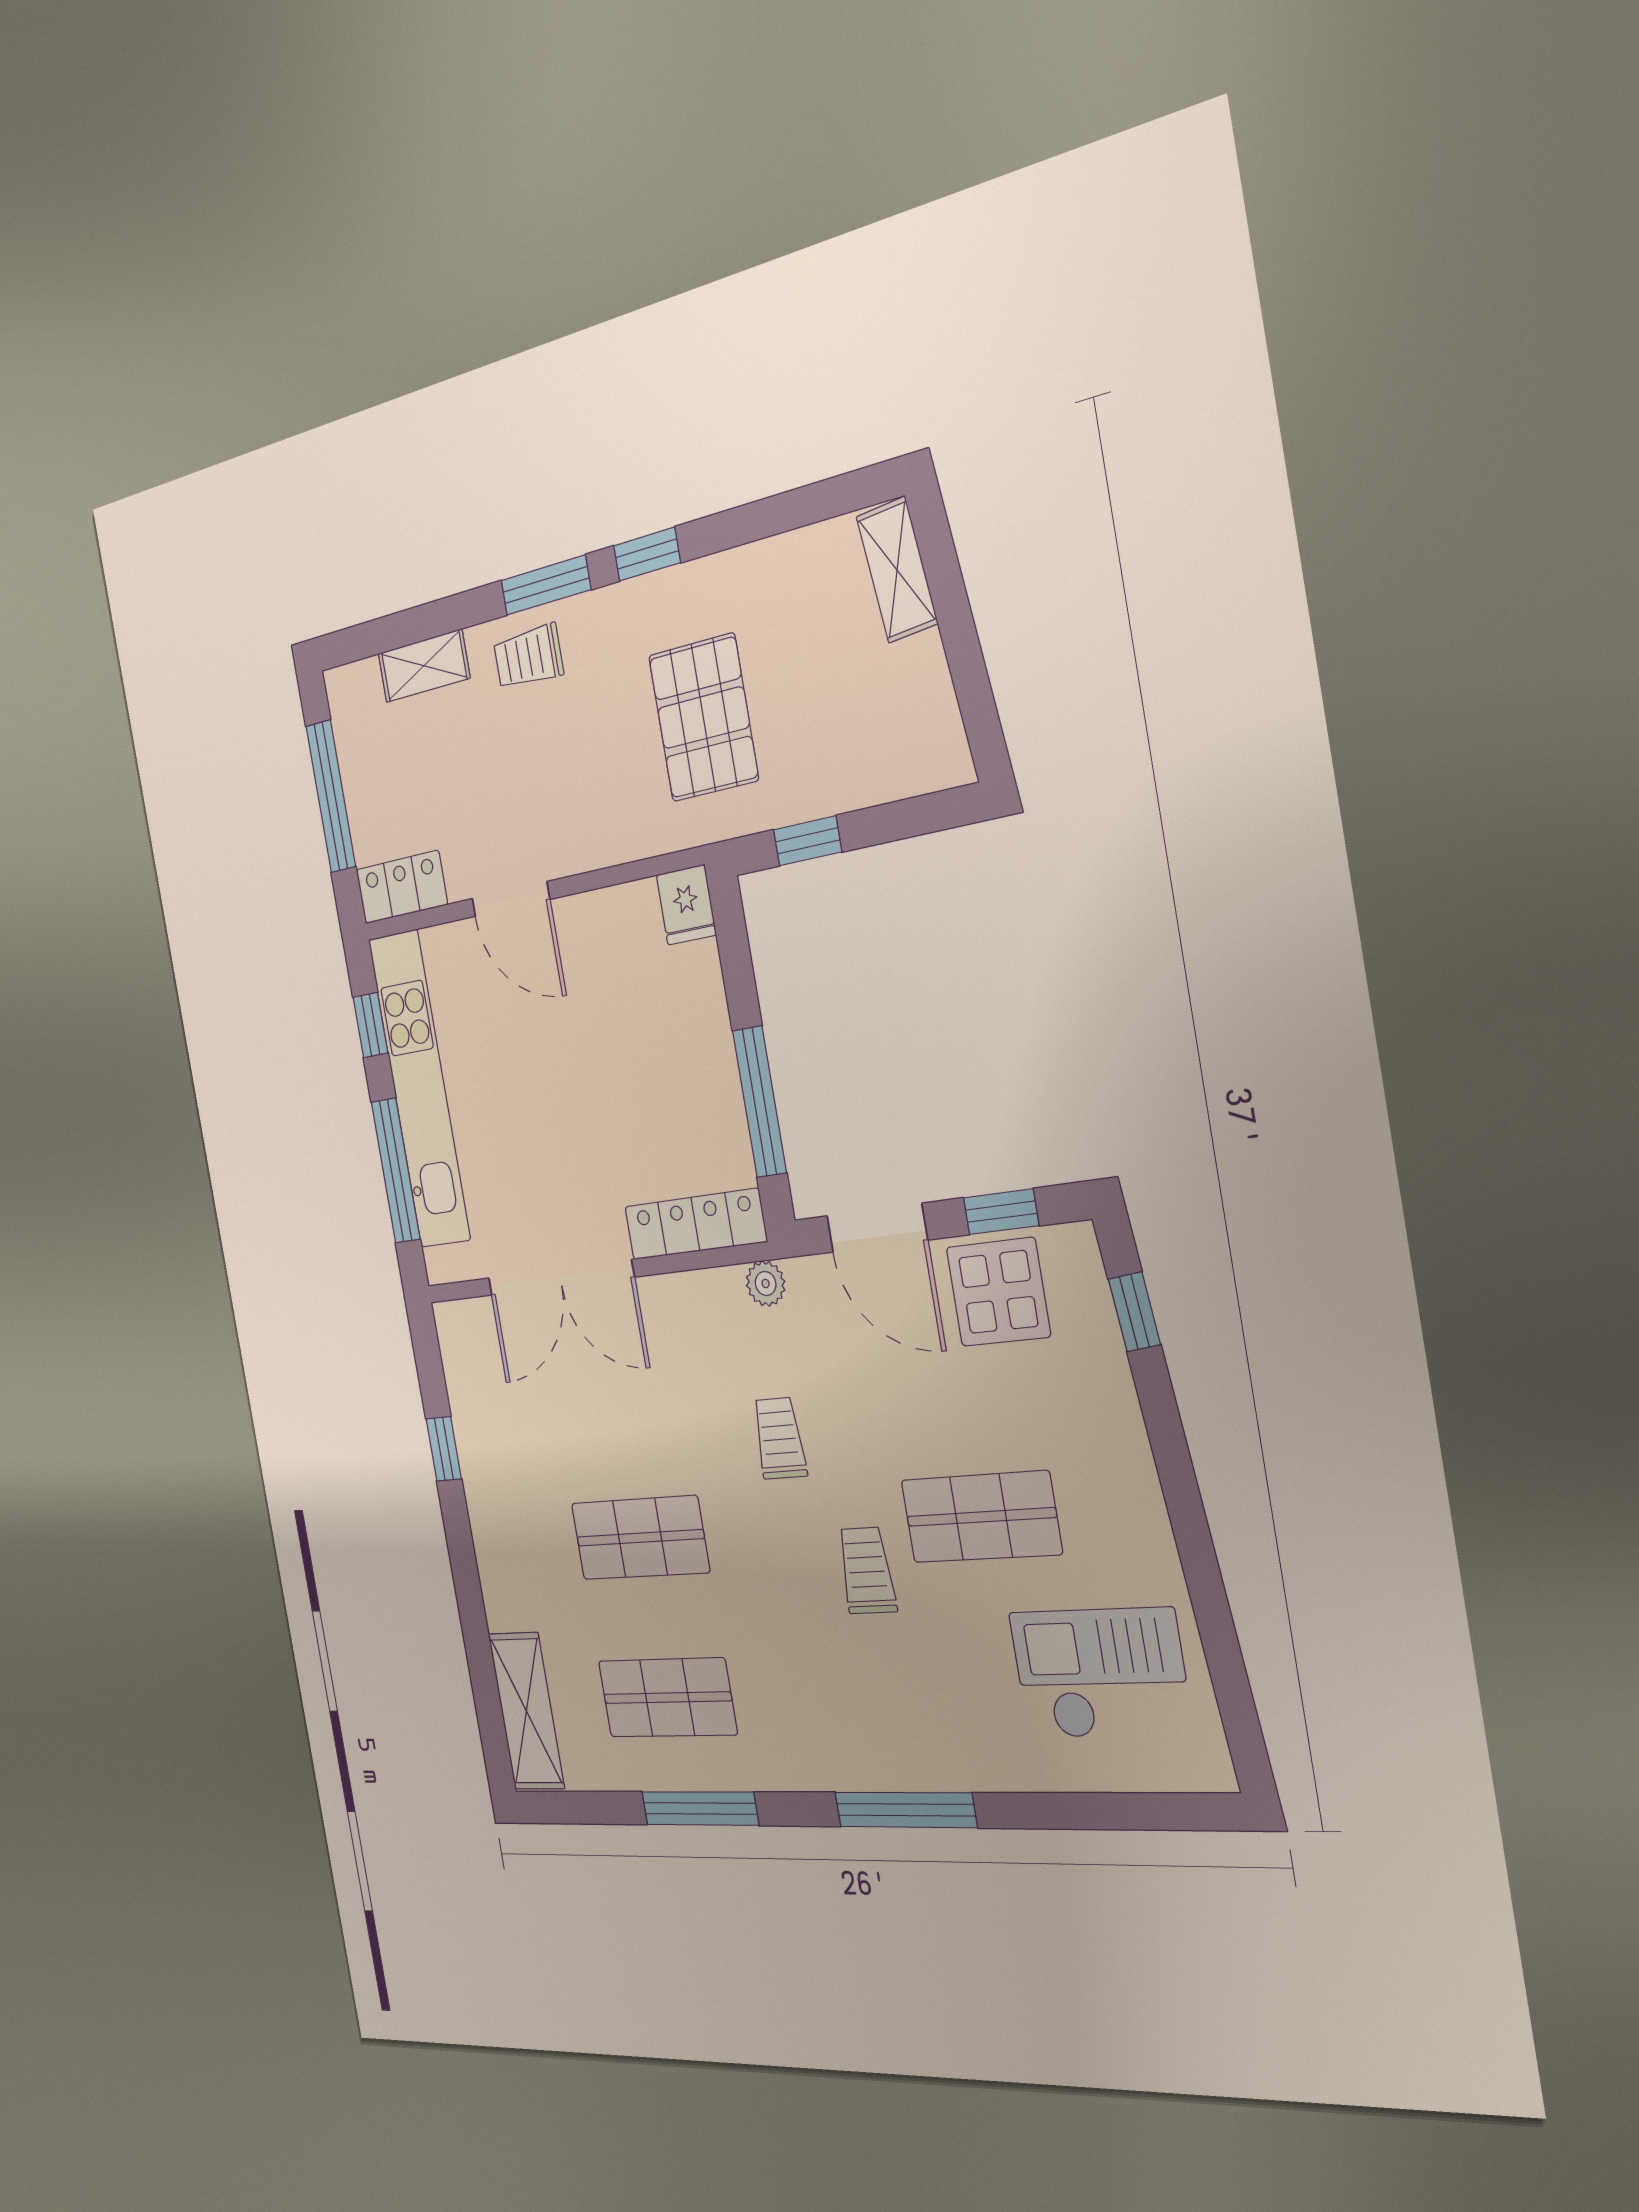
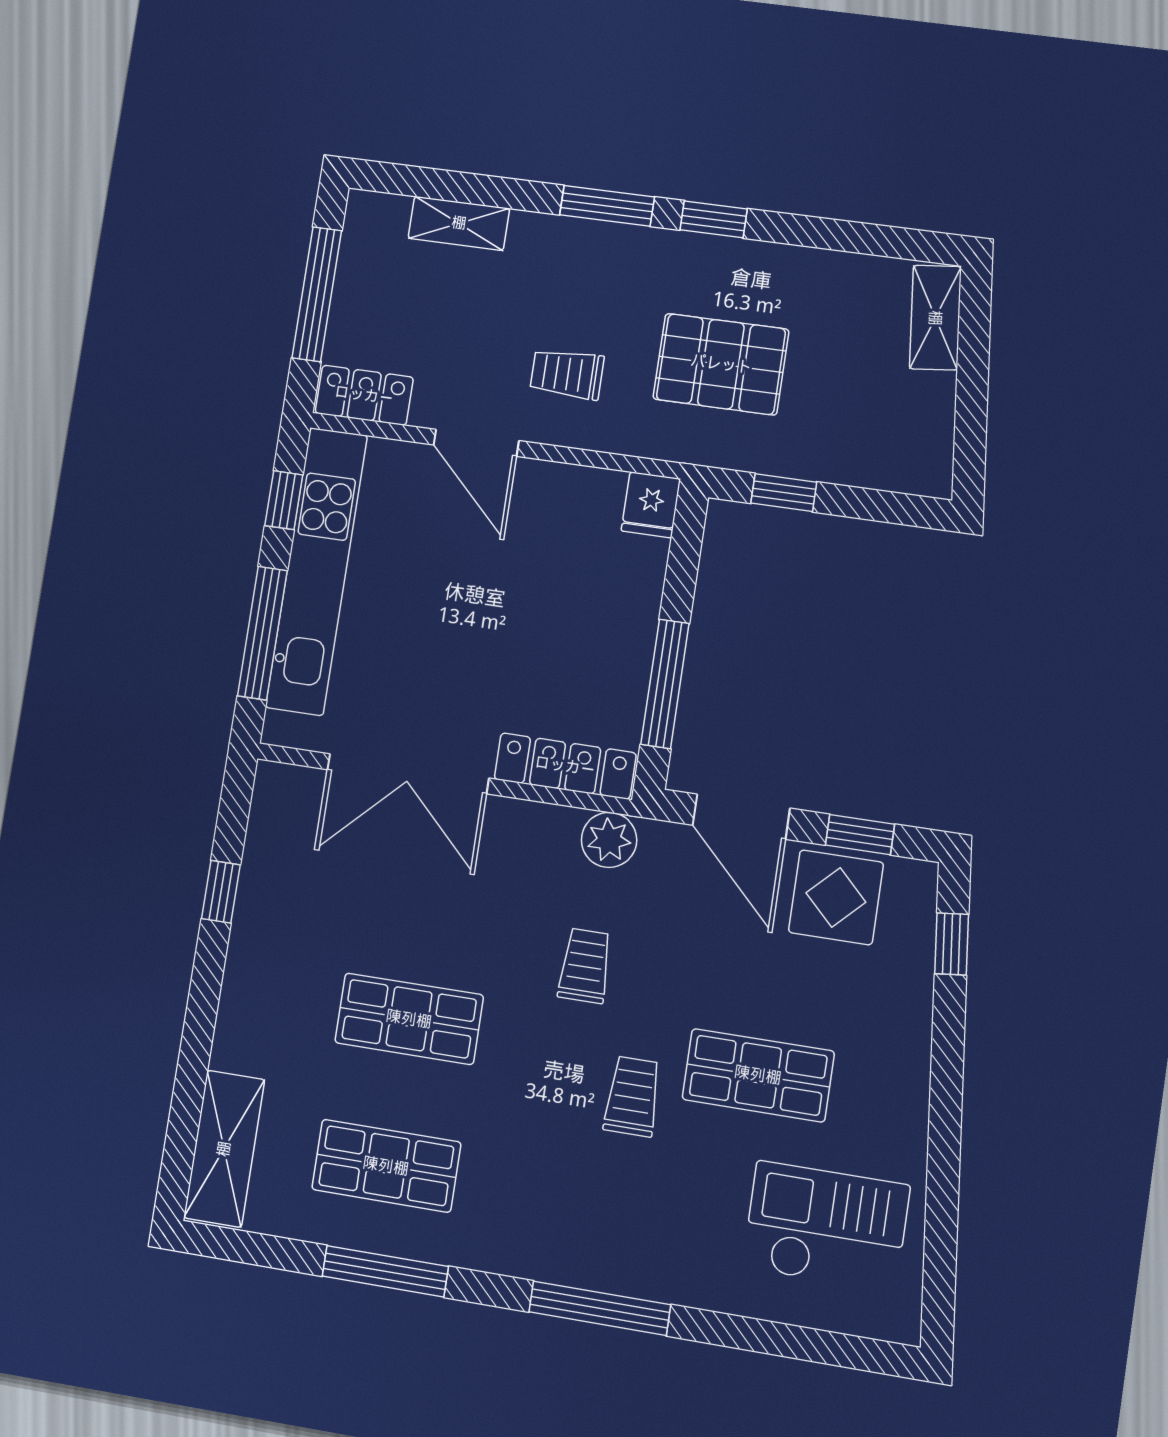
trolley: (528, 657) -> (567, 374), moved
pallet: (703, 718) -> (721, 364), turned 90
plant: (766, 1283) -> (609, 840), width x1.38, depth x1.38

